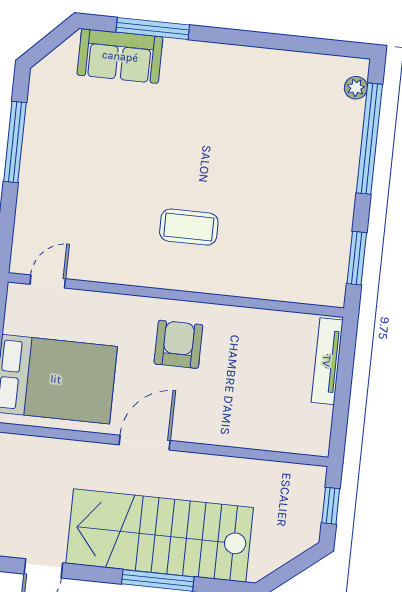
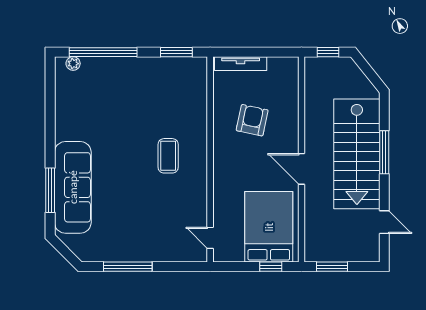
sofa: (120, 56) -> (73, 187), width x1.85, depth x1.27
armchair: (178, 344) -> (252, 120), moved, turned 102

